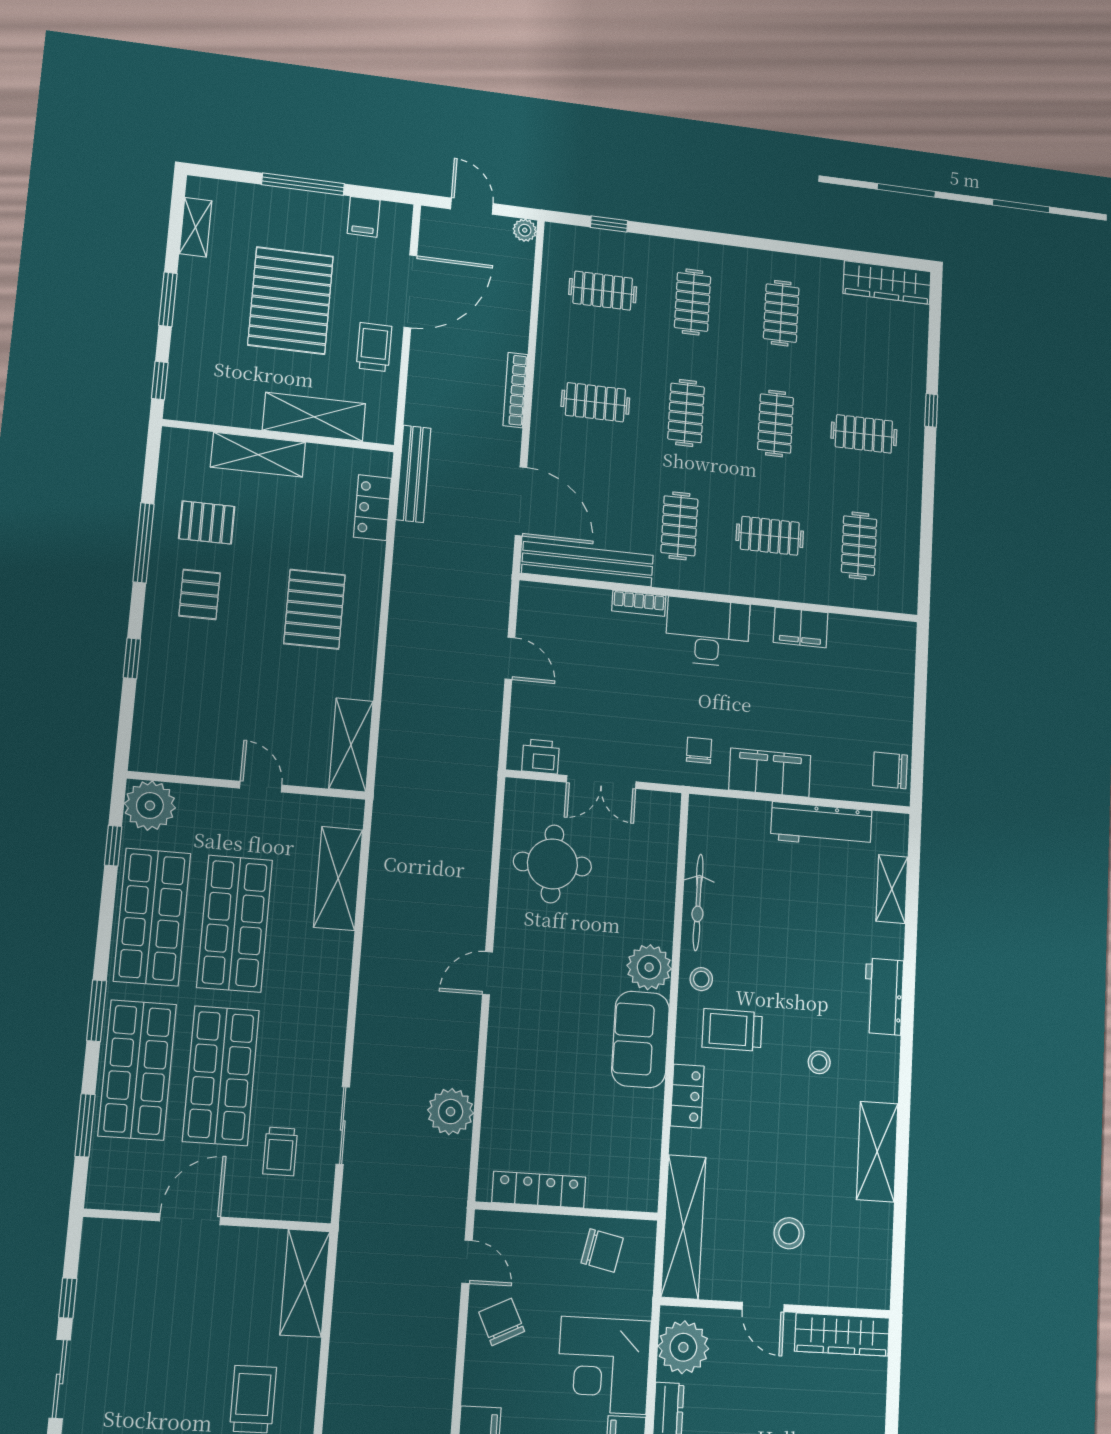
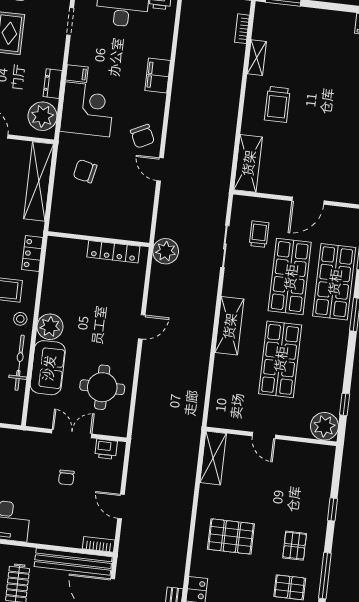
bookcase: (639, 603) -> (99, 544), moved
pallet: (314, 609) -> (231, 536), turned 90
chair: (699, 750) -> (66, 478), moved
shelving: (338, 878) -> (229, 326), moved
shop shelf: (152, 917) -> (325, 365), removed
sofa: (640, 1039) -> (48, 368), moved
locker: (539, 1190) -> (113, 252), moved
wall: (567, 1211) -> (98, 239), moved

